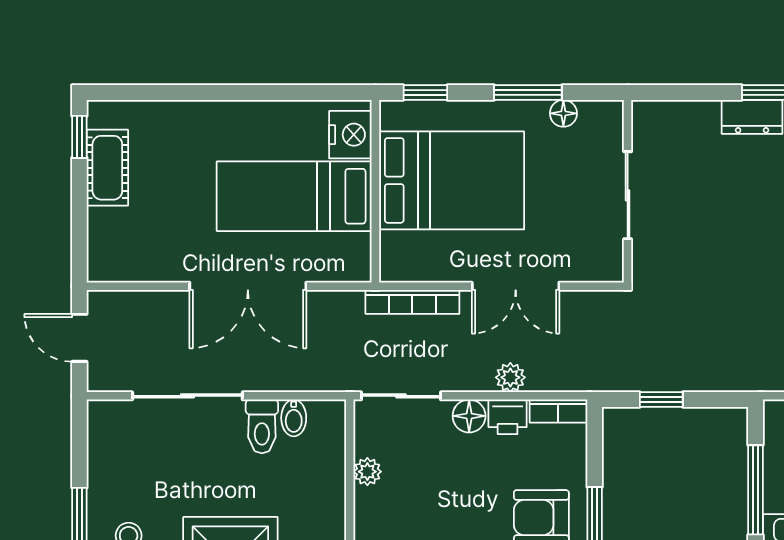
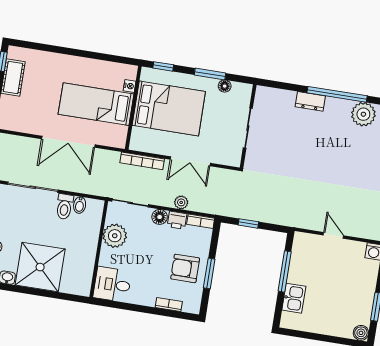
nightstand: (350, 135) -> (130, 86), width x0.53, depth x0.56
plant: (367, 472) -> (115, 236), width x1.87, depth x1.87

